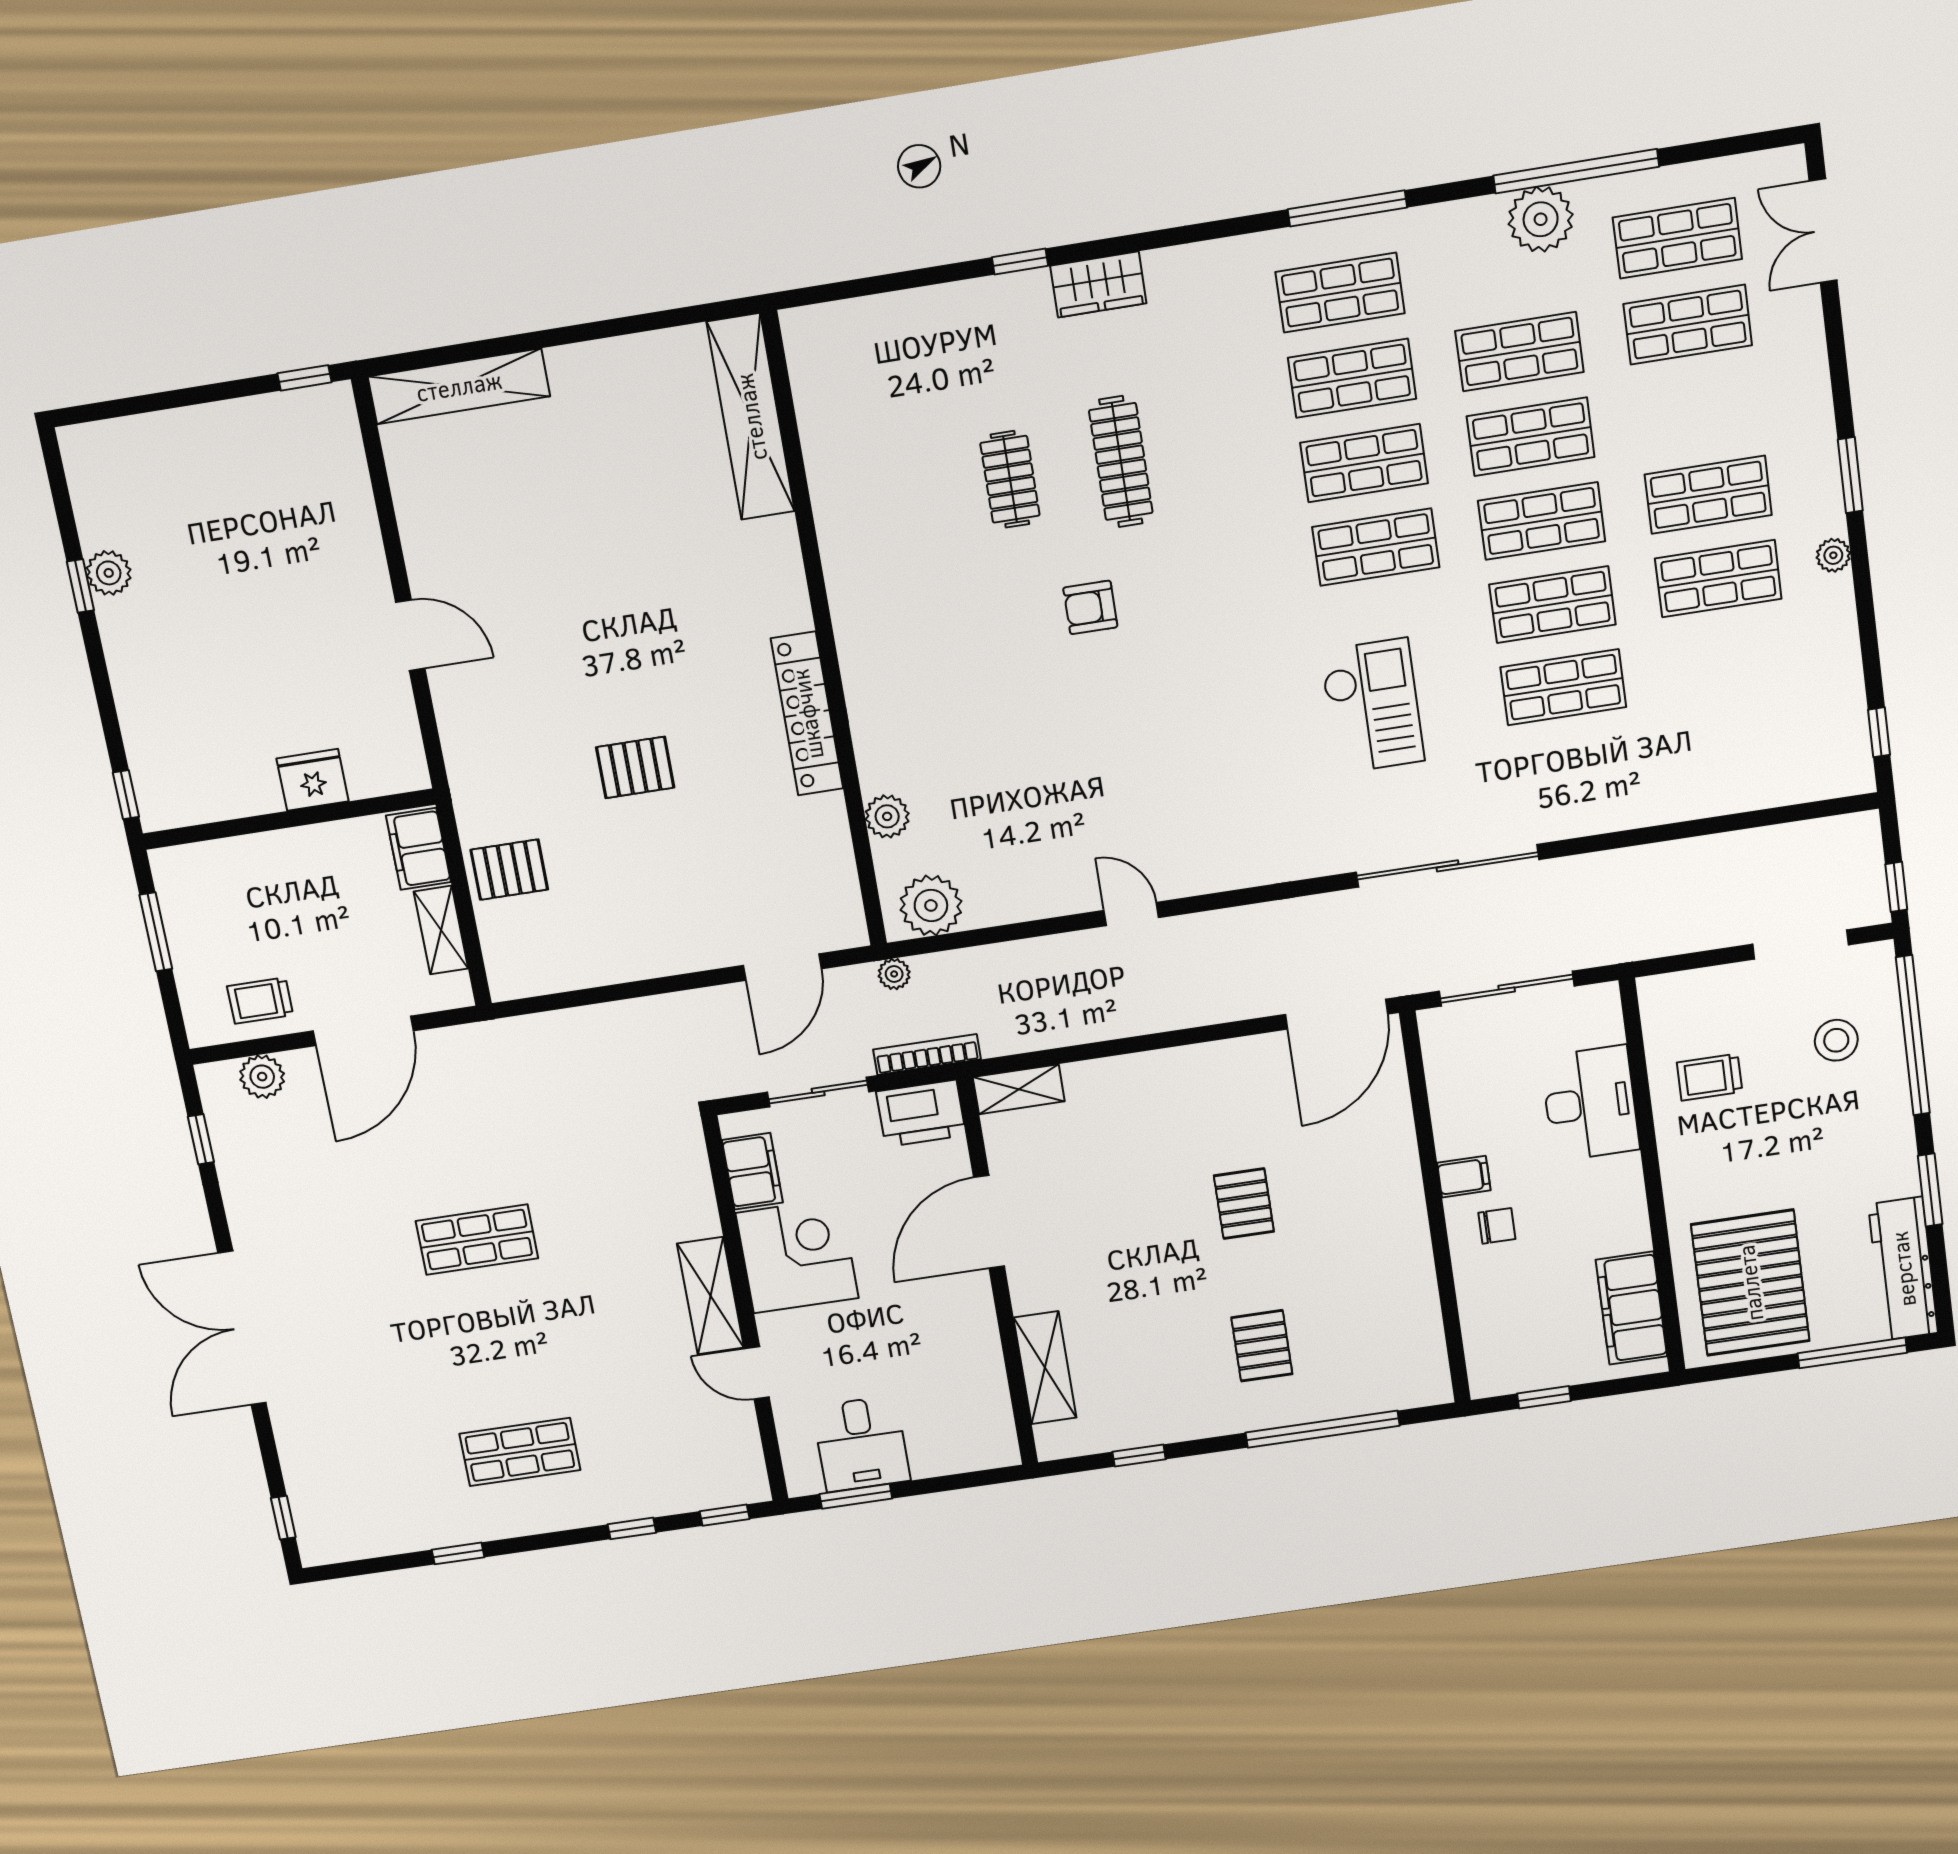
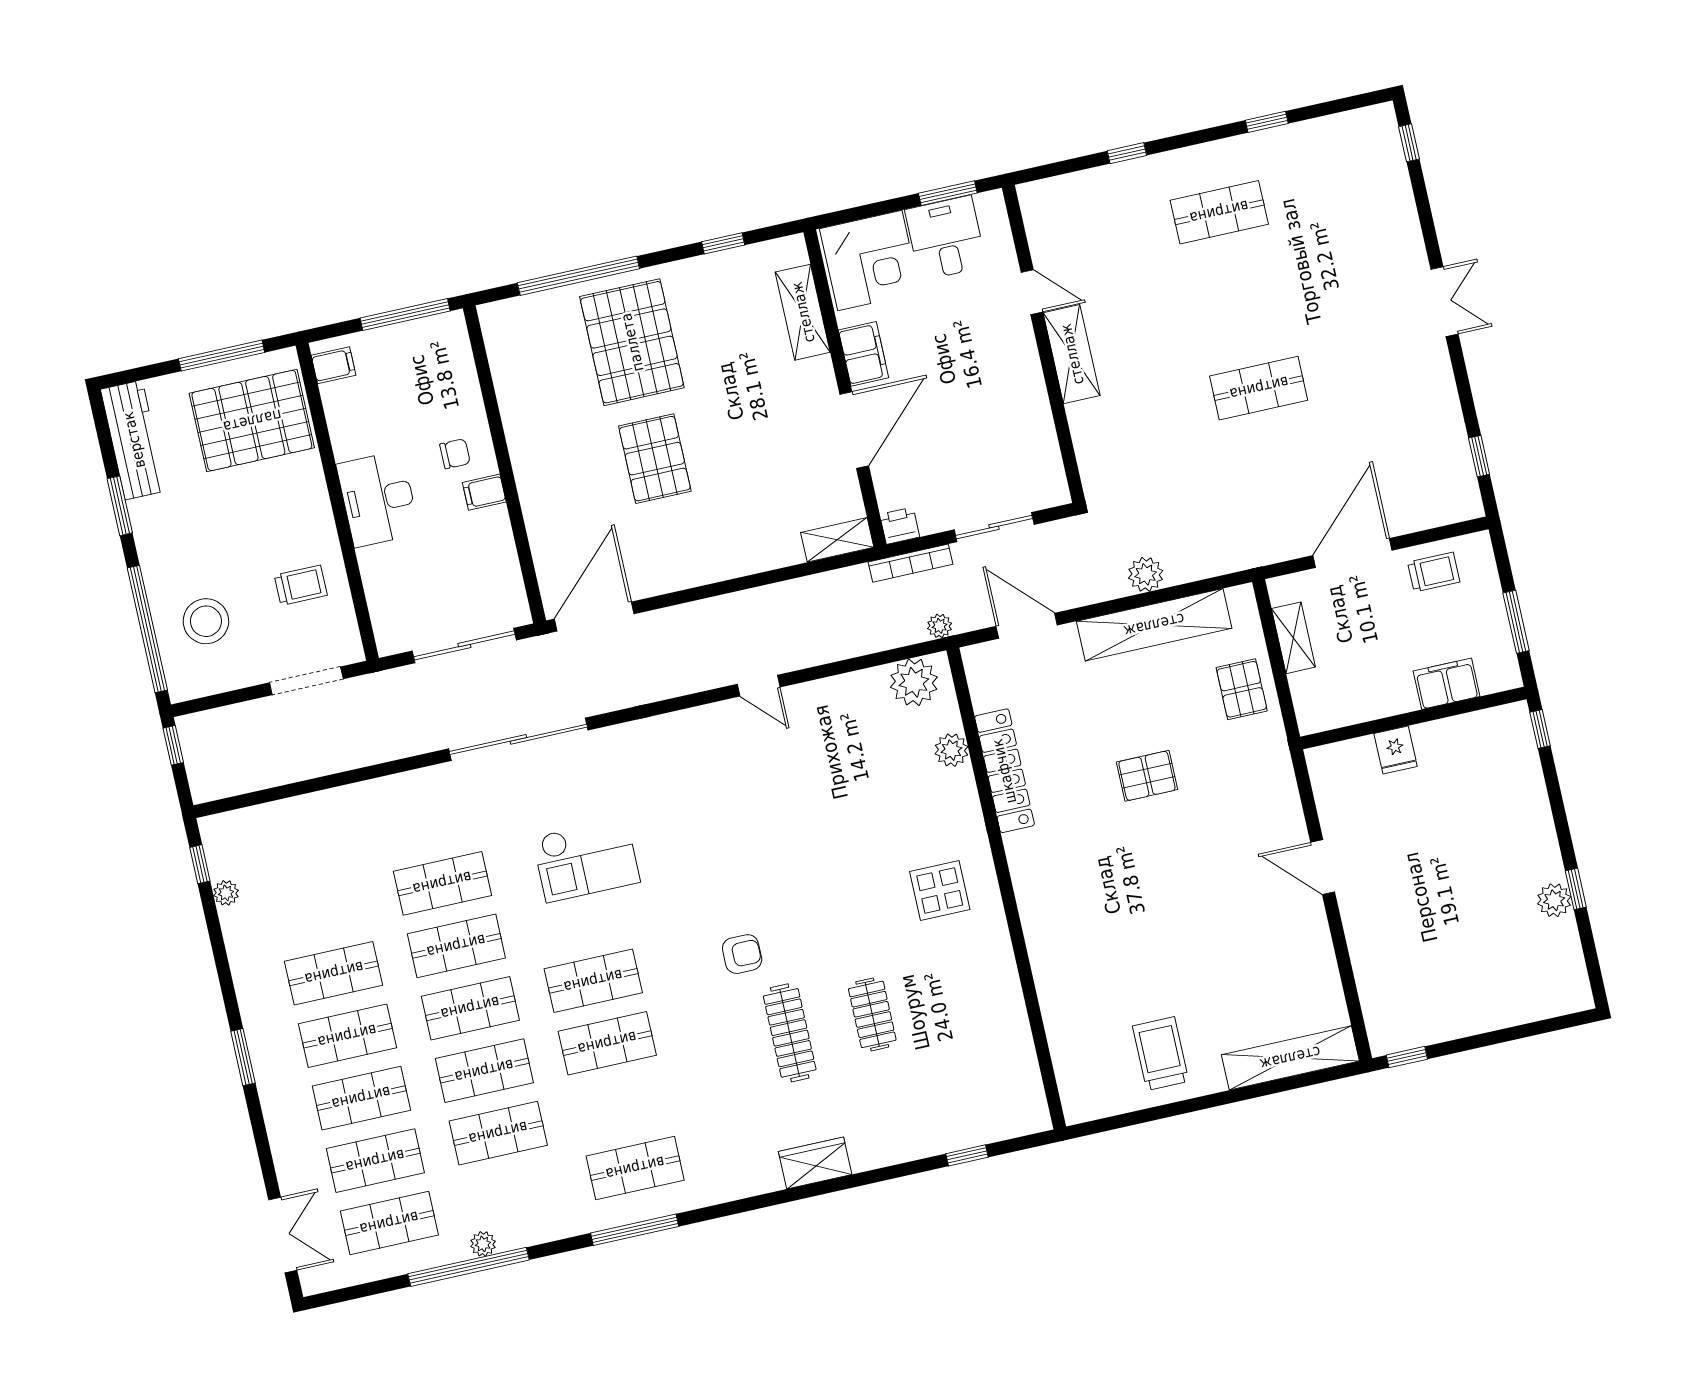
plant: (1541, 219) -> (483, 1244), width x0.53, depth x0.53
window: (1020, 262) -> (967, 1155), moved
shop shelf: (1352, 378) -> (361, 1098), moved
trolley: (631, 403) -> (1161, 1054), added
shelving: (751, 417) -> (1154, 625), moved, turned 90
plant: (1833, 555) -> (226, 893), moved
armchair: (1090, 607) -> (742, 954), moved
display table: (912, 637) -> (940, 891), added
checkout: (1372, 706) -> (586, 860), turned -90
locker: (807, 714) -> (1004, 771), moved
fridge: (313, 780) -> (1396, 750), width x0.72
filing cabinet: (418, 849) -> (1447, 684), moved, turned -90
pallet: (509, 870) -> (1242, 689), turned 90
doorway: (1801, 945) -> (306, 681), moved
door: (782, 967) -> (1027, 626), hinge flipped
stool: (1836, 1040) -> (206, 621), width x1.38, depth x1.38
plant: (262, 1077) -> (1146, 574), moved
desk: (1590, 1103) -> (378, 499), moved
printer: (921, 1113) -> (900, 526), width x0.53, depth x0.68
filing cabinet: (752, 1171) -> (864, 354), moved, turned 180
pallet: (1244, 1204) -> (655, 459), width x1.50, depth x1.42
chair: (1497, 1226) -> (455, 454), turned 180
corner desk: (797, 1256) -> (870, 260), moved, turned -90
pallet: (1750, 1283) -> (252, 421), turned 90
filing cabinet: (1631, 1308) -> (333, 365), width x0.33, depth x0.86
double door: (242, 1328) -> (1444, 302), width x0.54
pallet: (1262, 1346) -> (632, 342), width x2.05, depth x2.00
window: (1852, 1353) -> (222, 356), moved
window: (1544, 1397) -> (405, 314), width x2.17
window: (725, 1515) -> (1053, 170), removed

